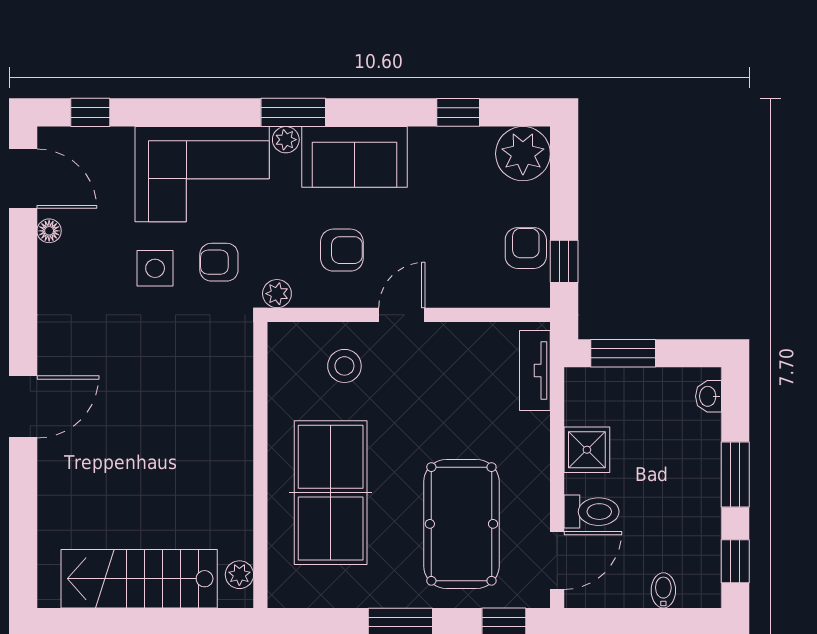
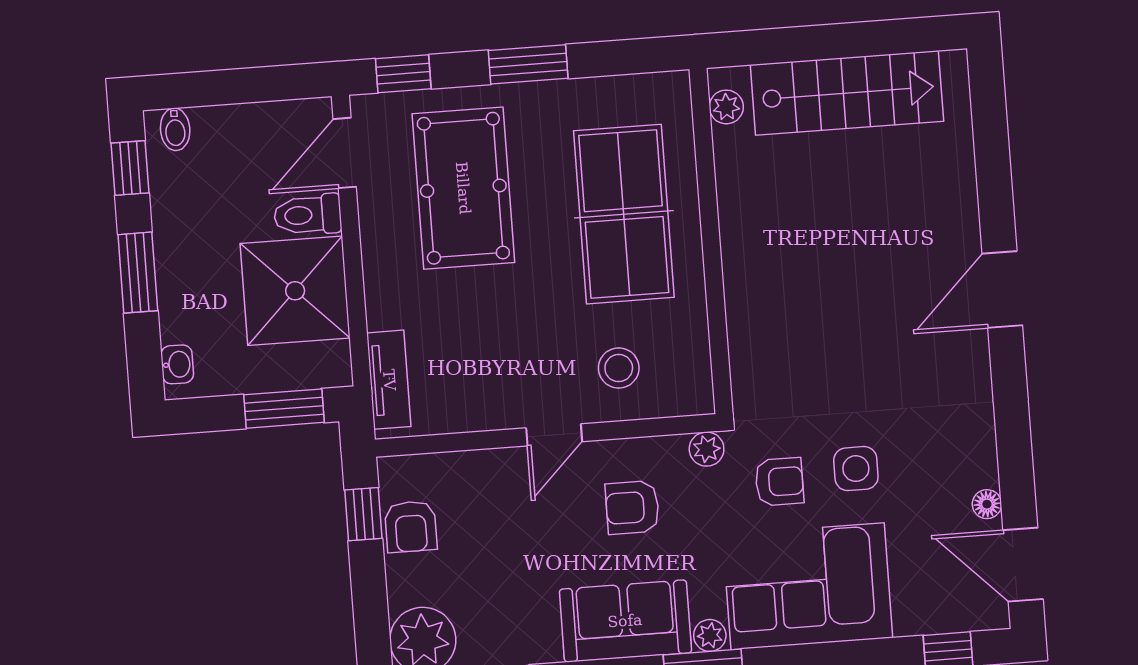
shower: (587, 450) -> (295, 291), width x1.86, depth x1.86
bidet: (663, 590) -> (175, 129), moved

